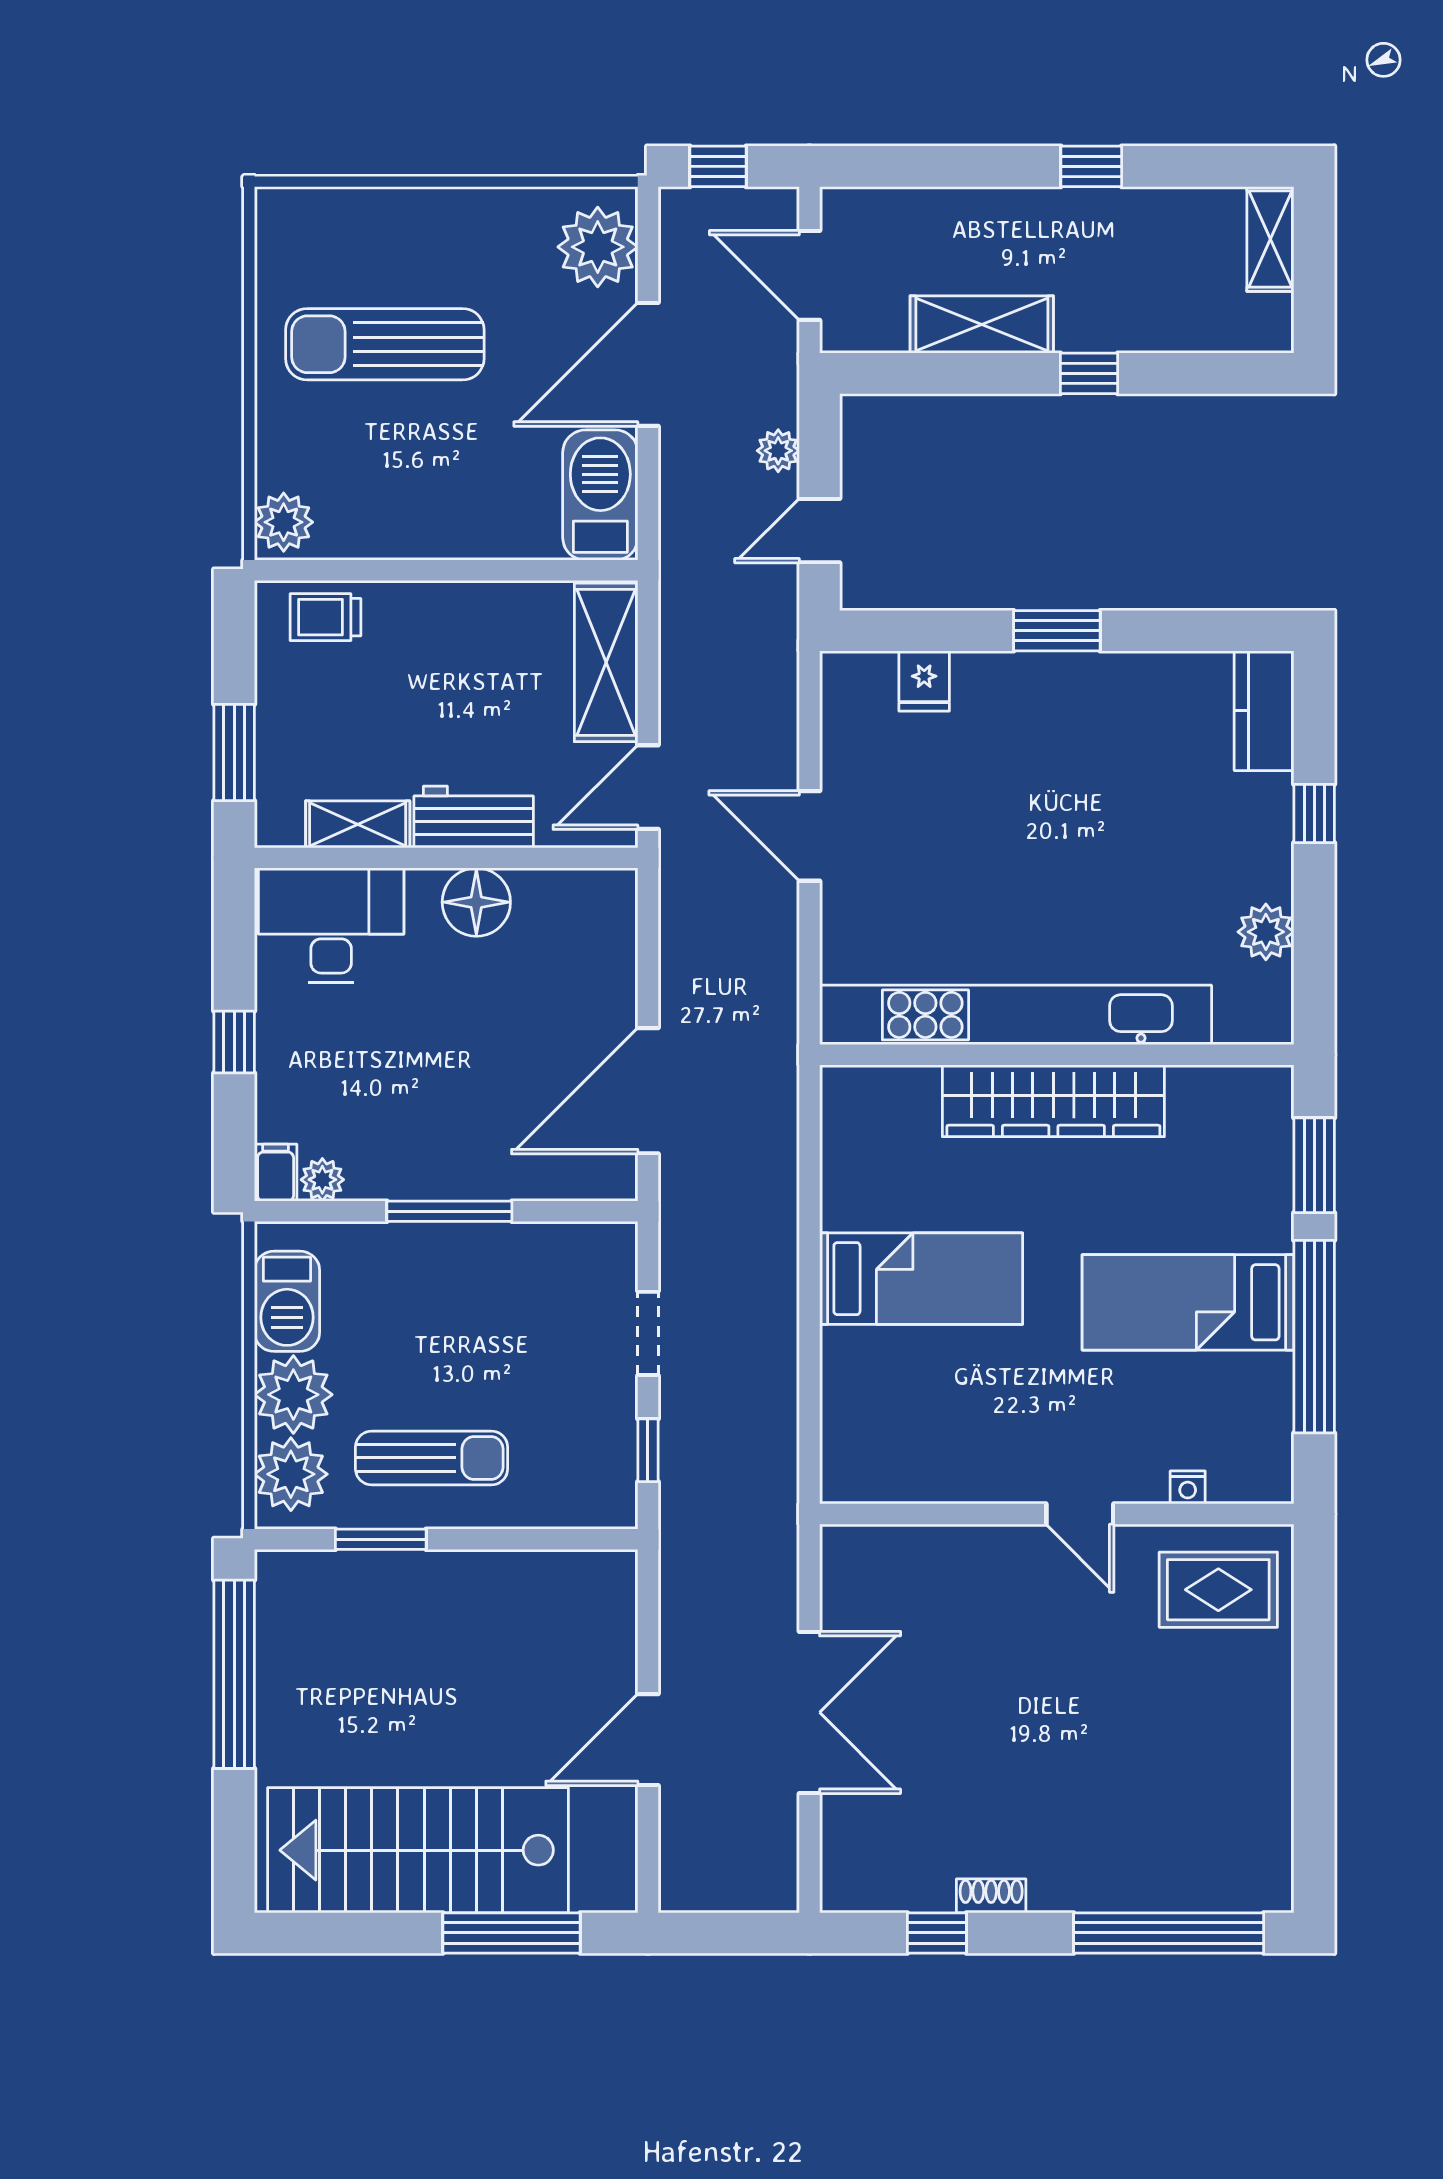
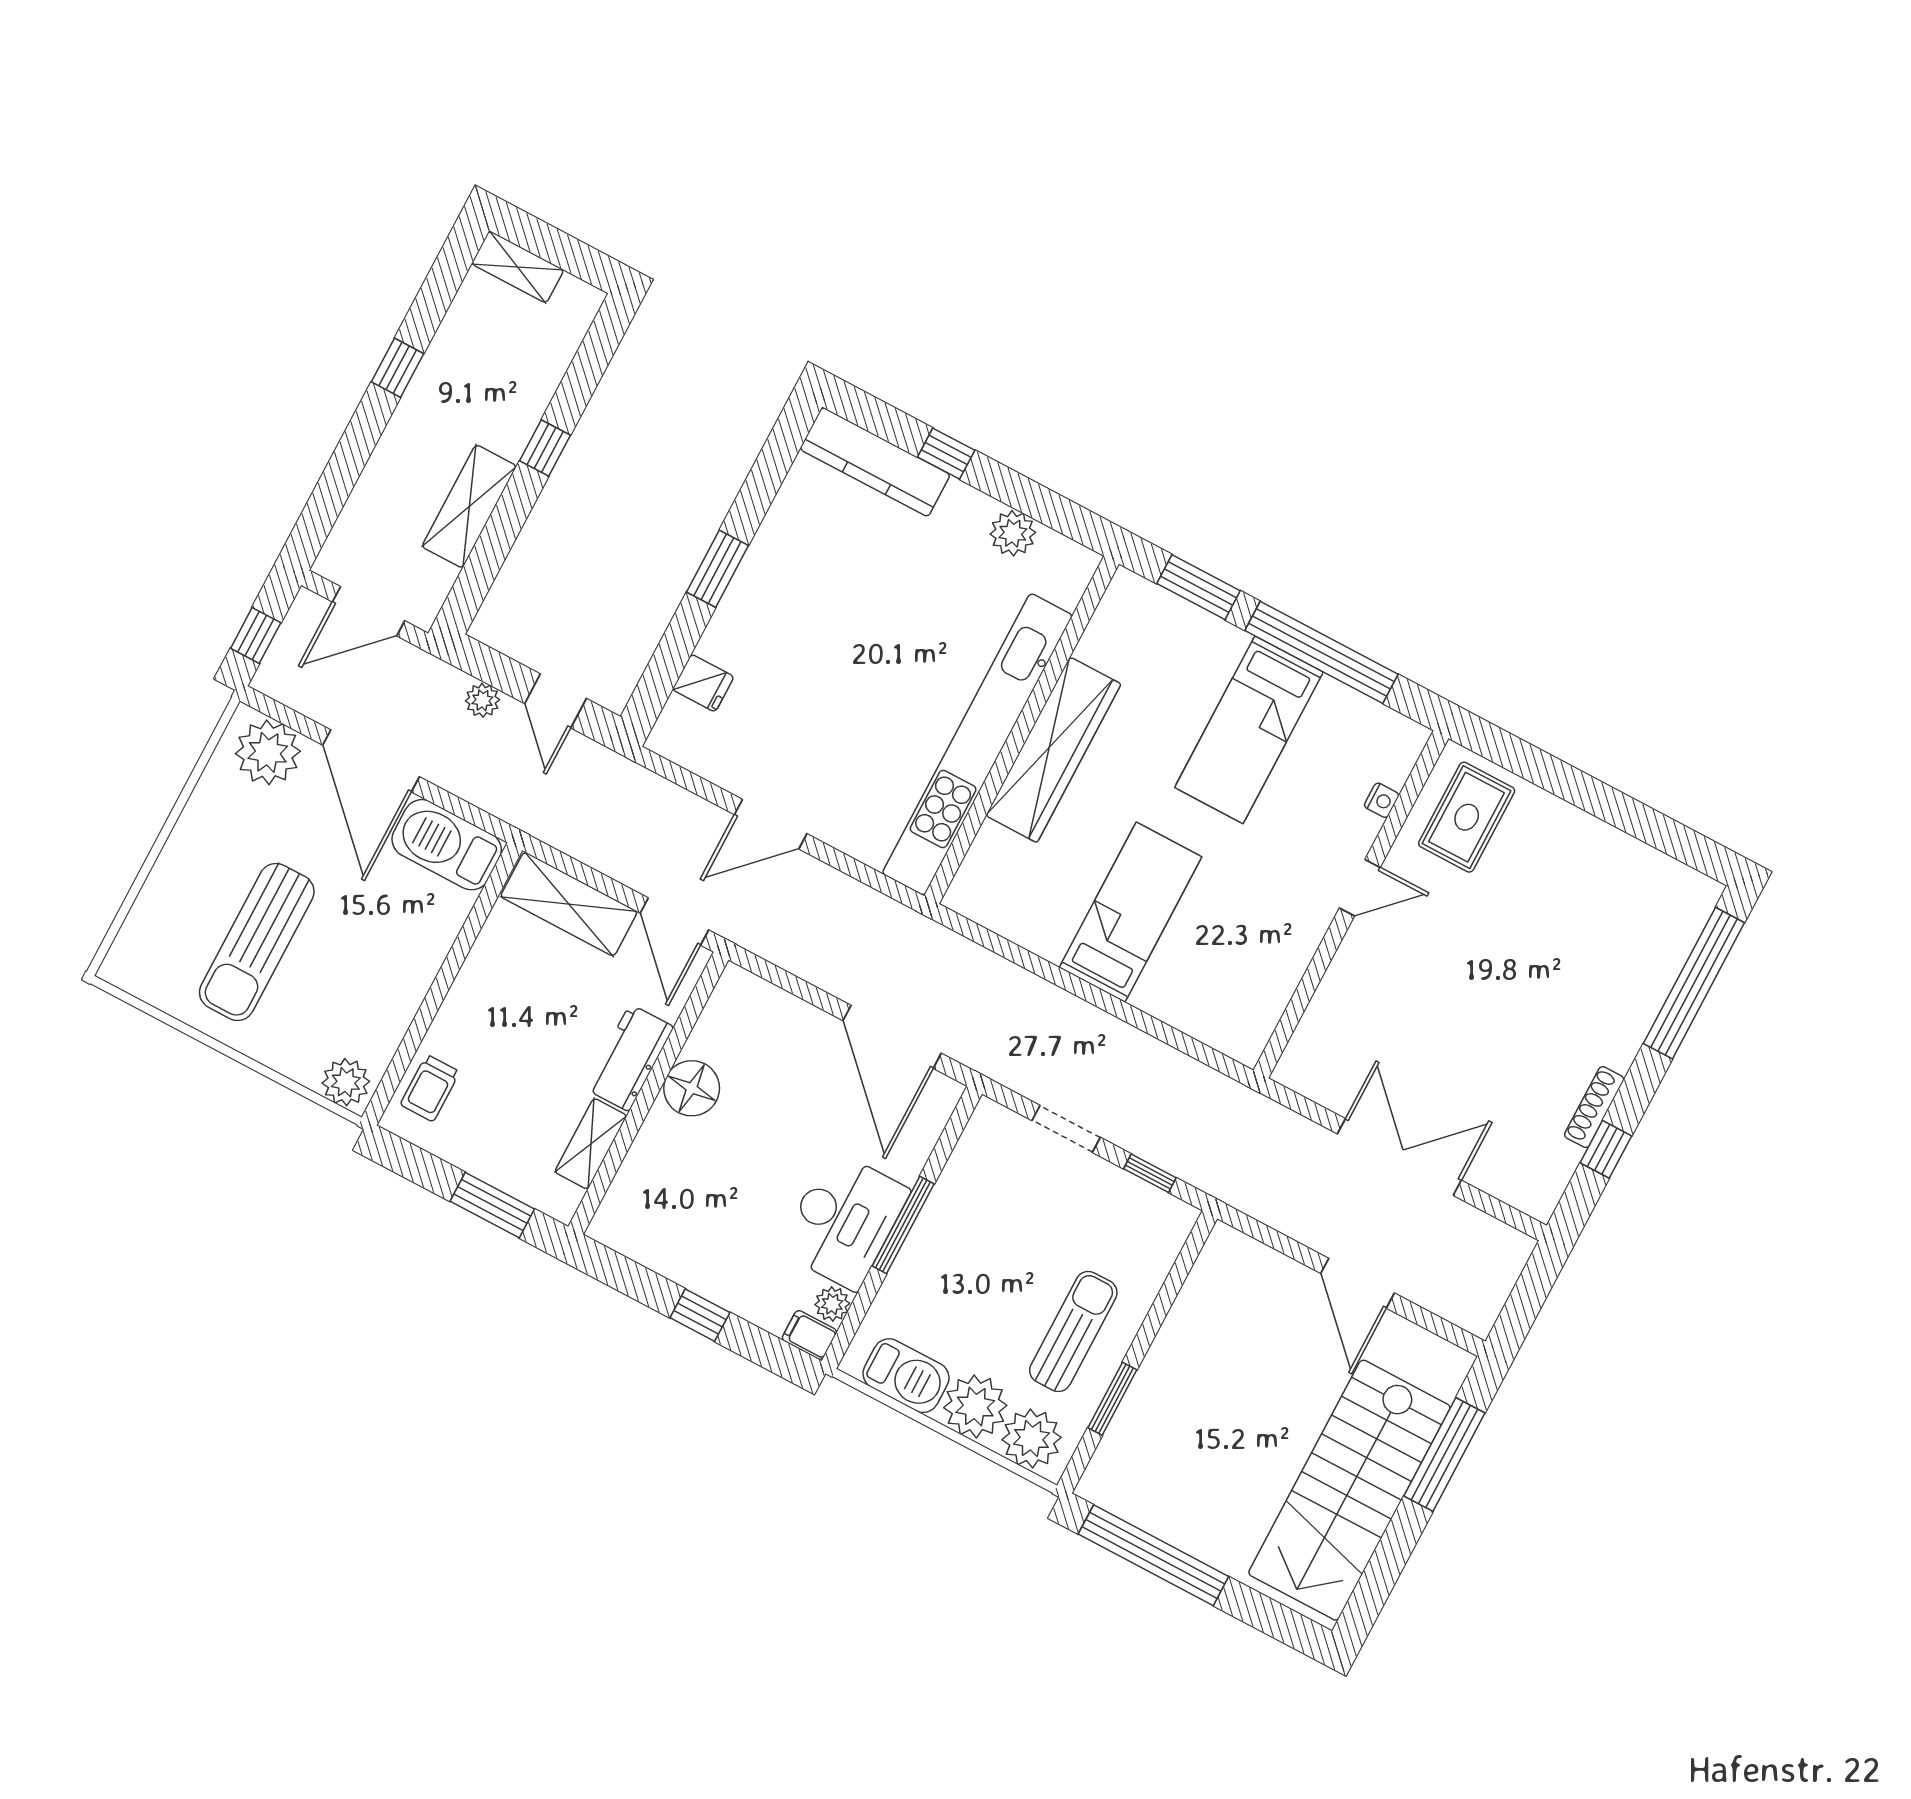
kitchen counter: (1264, 711) -> (875, 462), width x1.50
desk: (331, 925) -> (844, 1220), moved, turned 180
shoe rack: (991, 1896) -> (1594, 1107), width x1.43

